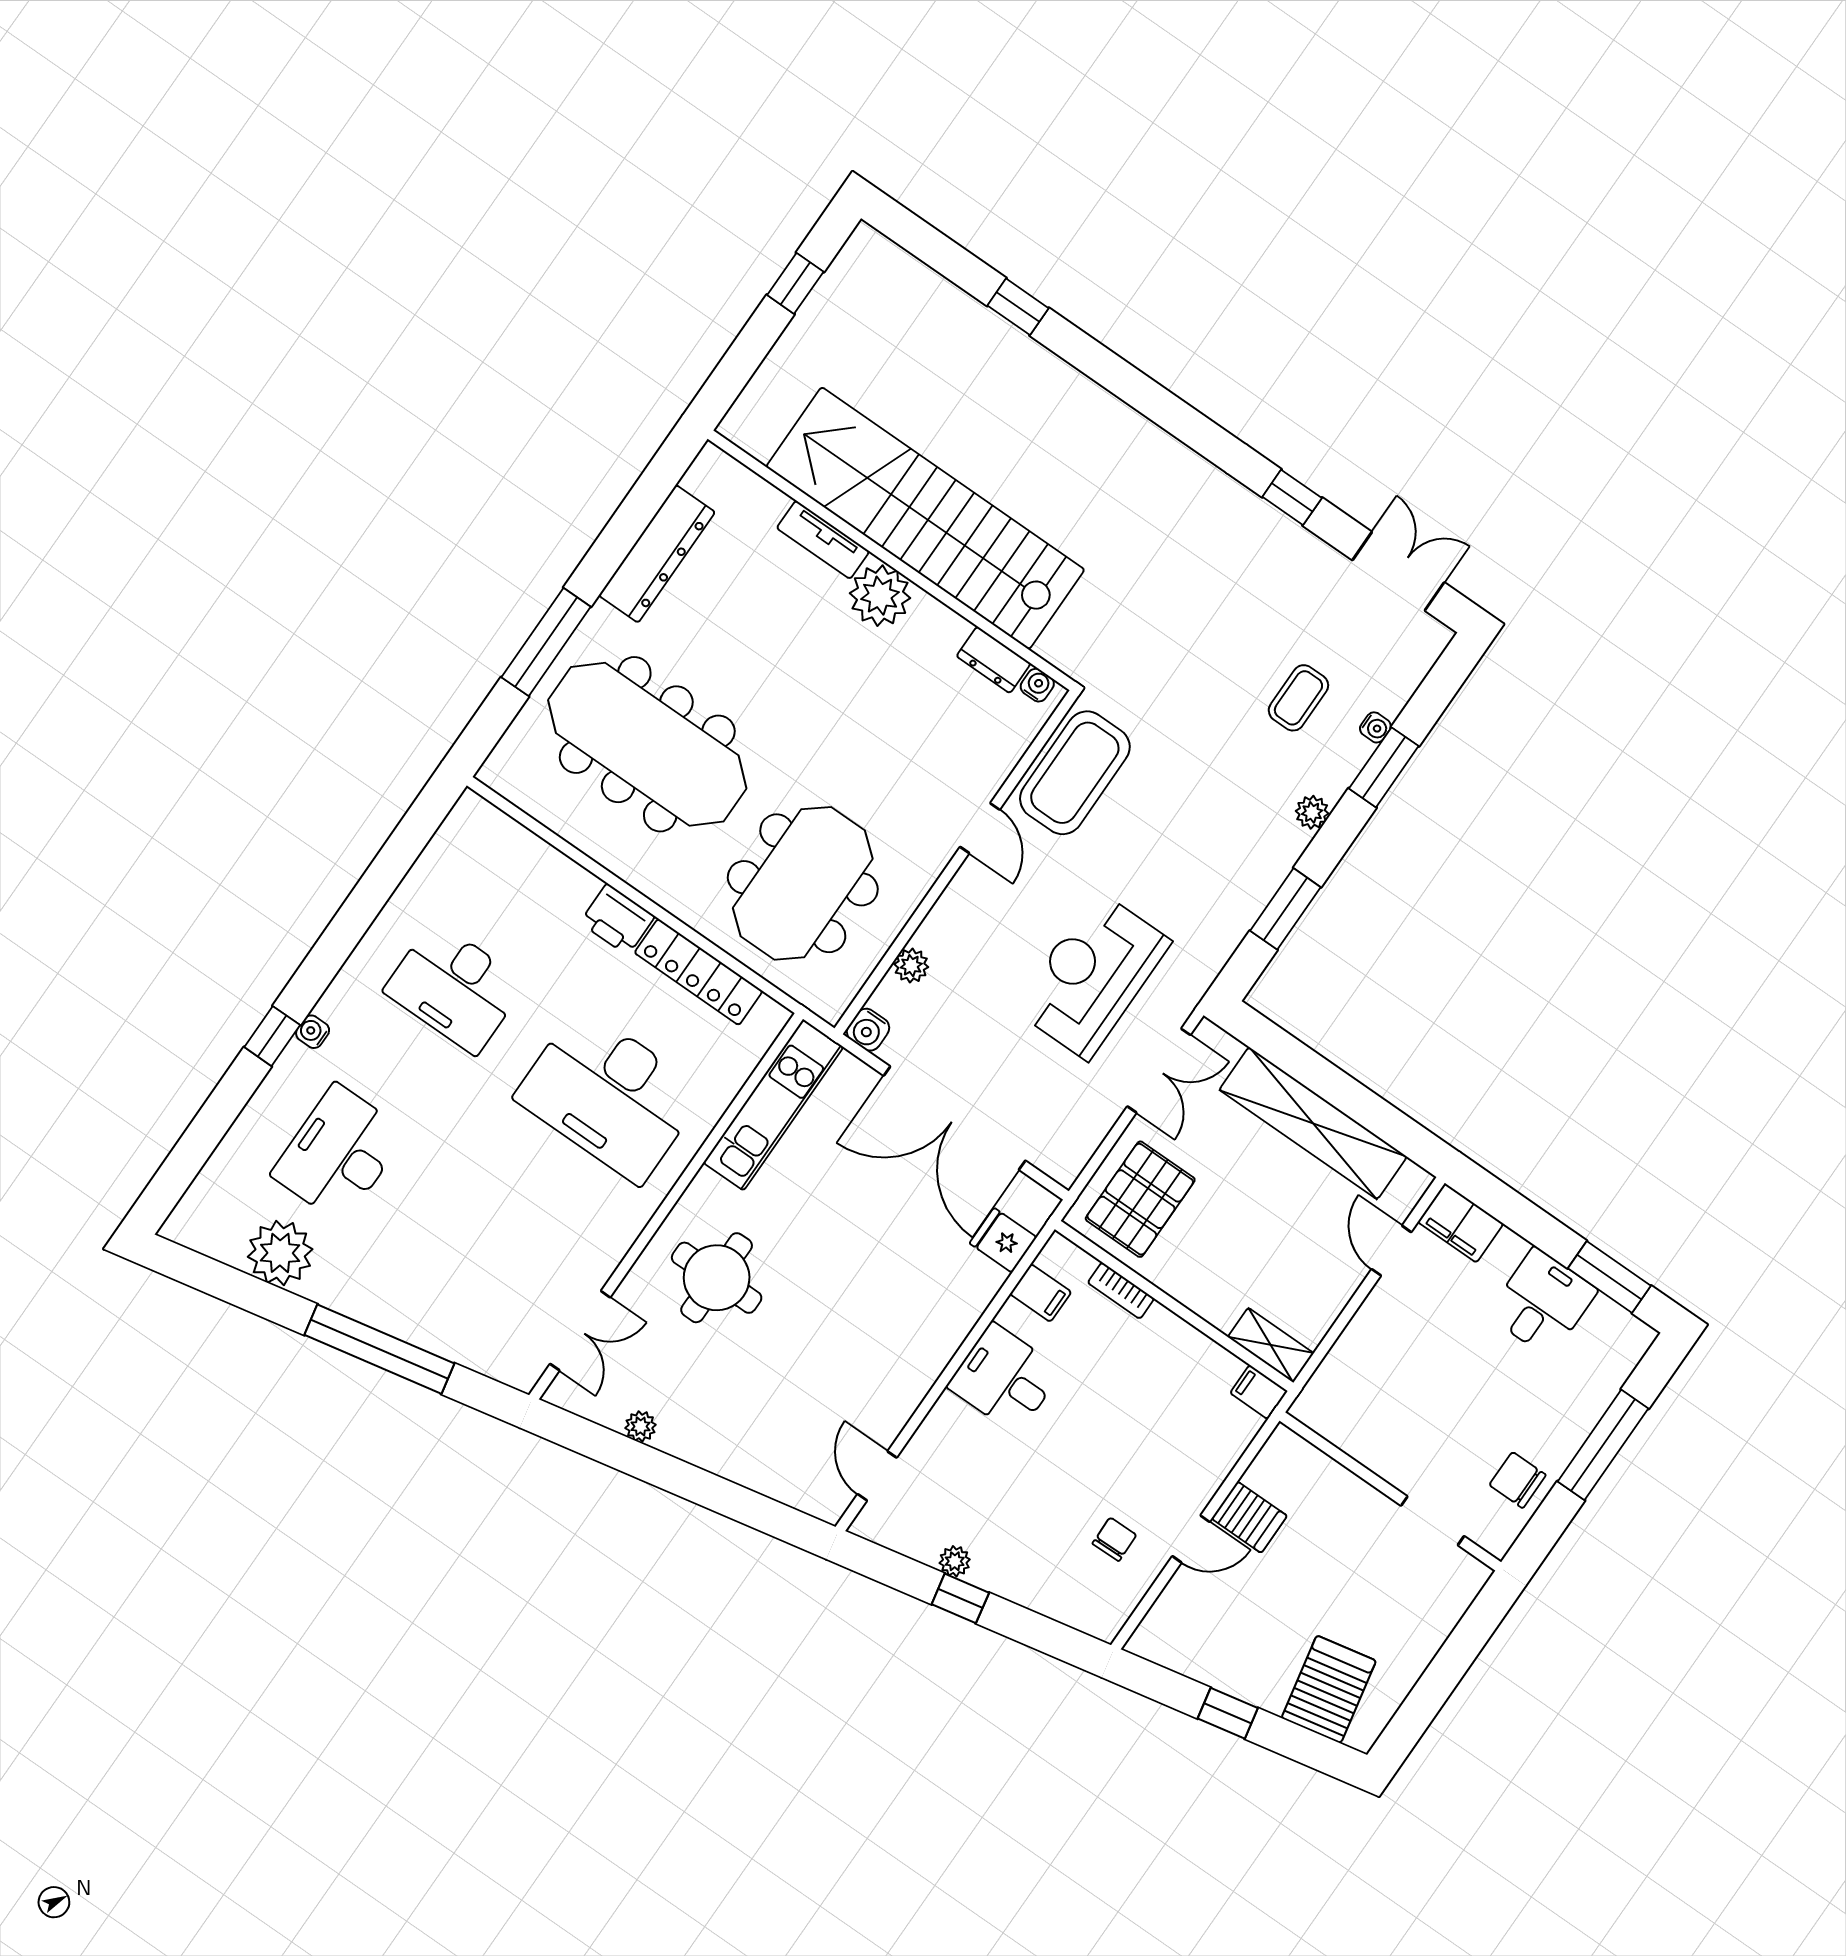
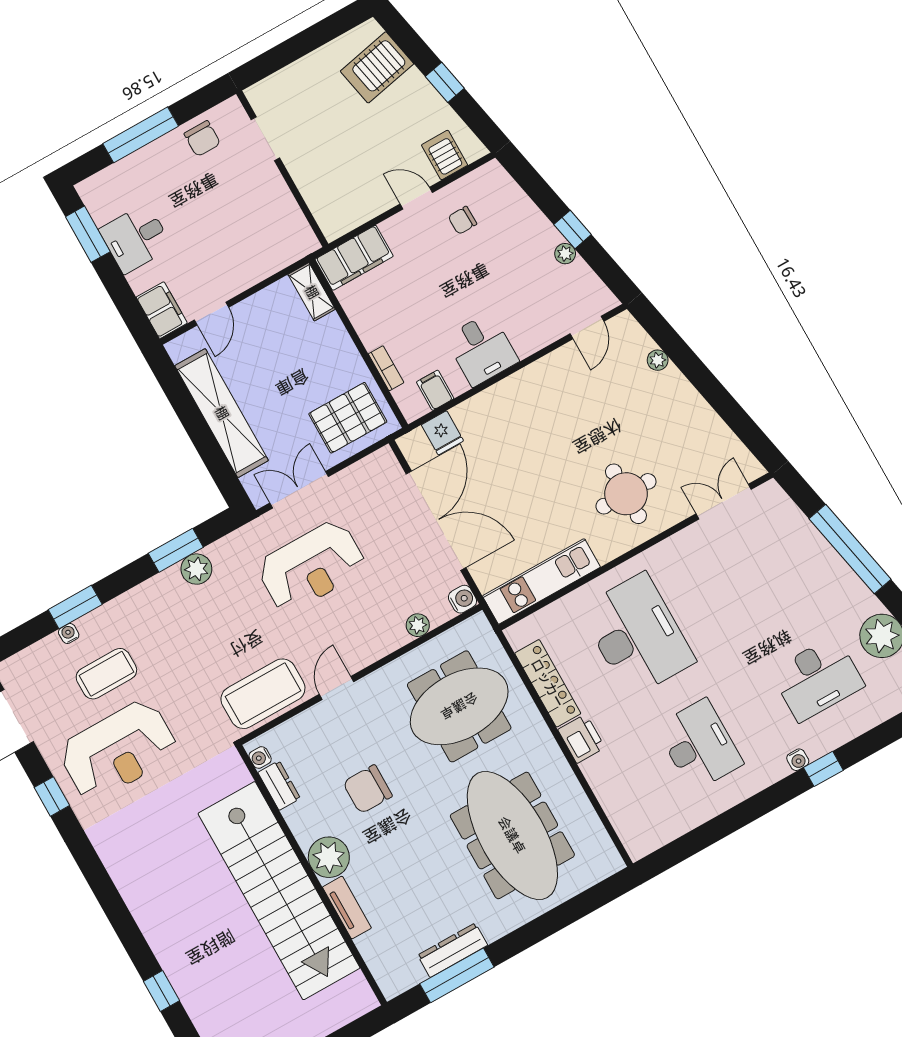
dresser: (657, 554) -> (453, 950), width x0.73, depth x0.80
reception desk: (1233, 602) -> (118, 750), added
window: (546, 642) -> (457, 975), moved
coffee table: (1298, 698) -> (106, 674), width x1.36, depth x1.30
chair: (872, 712) -> (368, 789), added
plant: (1312, 812) -> (196, 569), moved, width x1.38, depth x1.38
filing cabinet: (1259, 1392) -> (354, 258), width x3.00, depth x1.17
plant: (641, 1426) -> (658, 360), moved
server rack: (1249, 1517) -> (445, 155), moved

